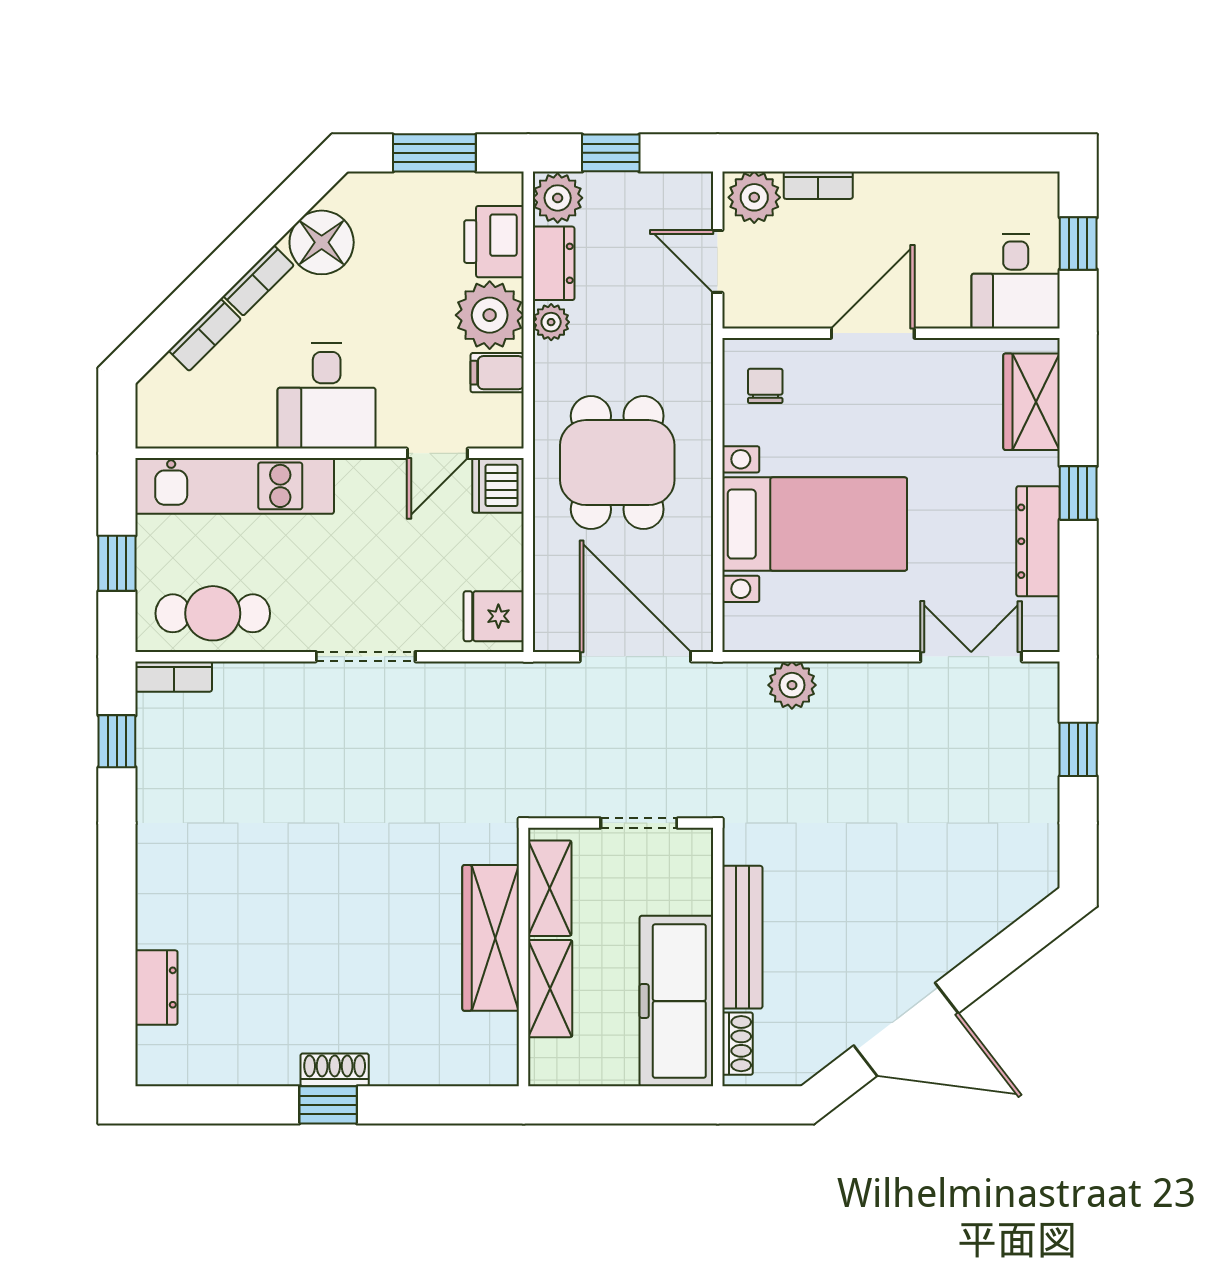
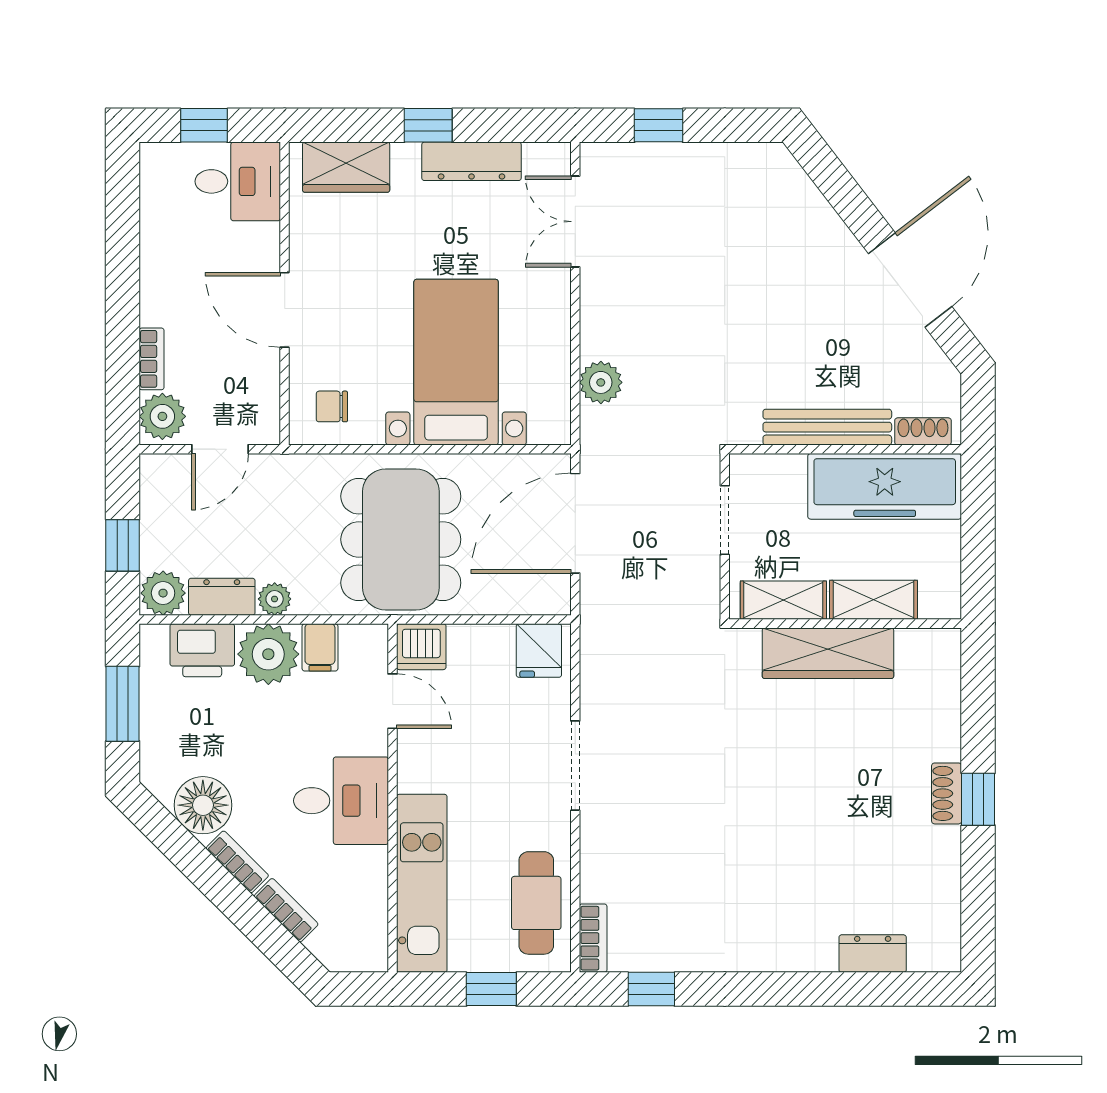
dining table: (617, 463) -> (401, 539), width x1.38

